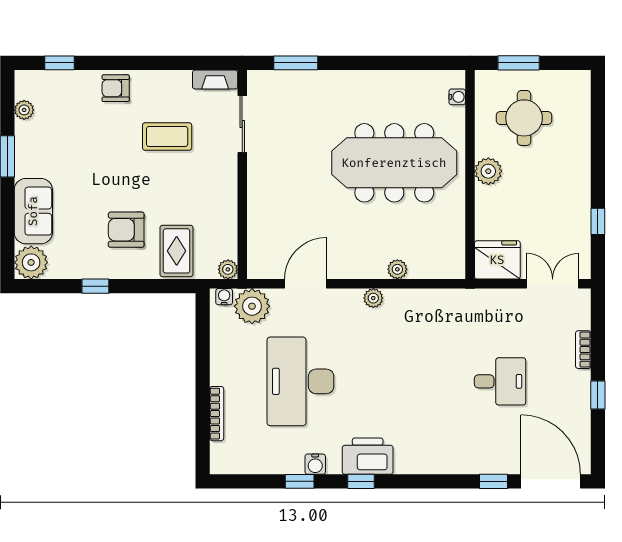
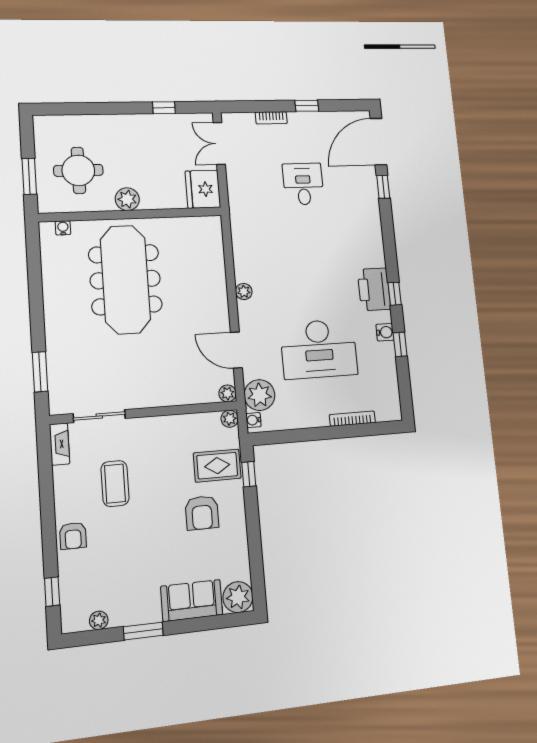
plant: (397, 269) -> (228, 393), moved
window: (95, 286) -> (249, 474), moved

